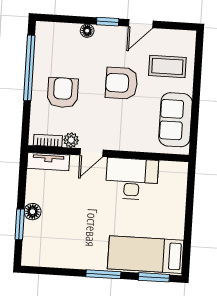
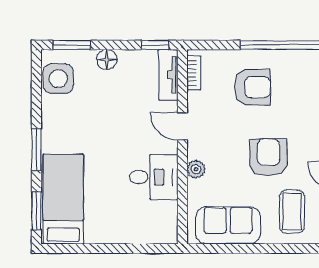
plant: (71, 140) -> (196, 169), moved
window: (23, 171) -> (155, 45), added
desk: (132, 179) -> (154, 177), width x0.73
window: (20, 224) -> (72, 45), moved
side table: (46, 253) -> (58, 79), added

